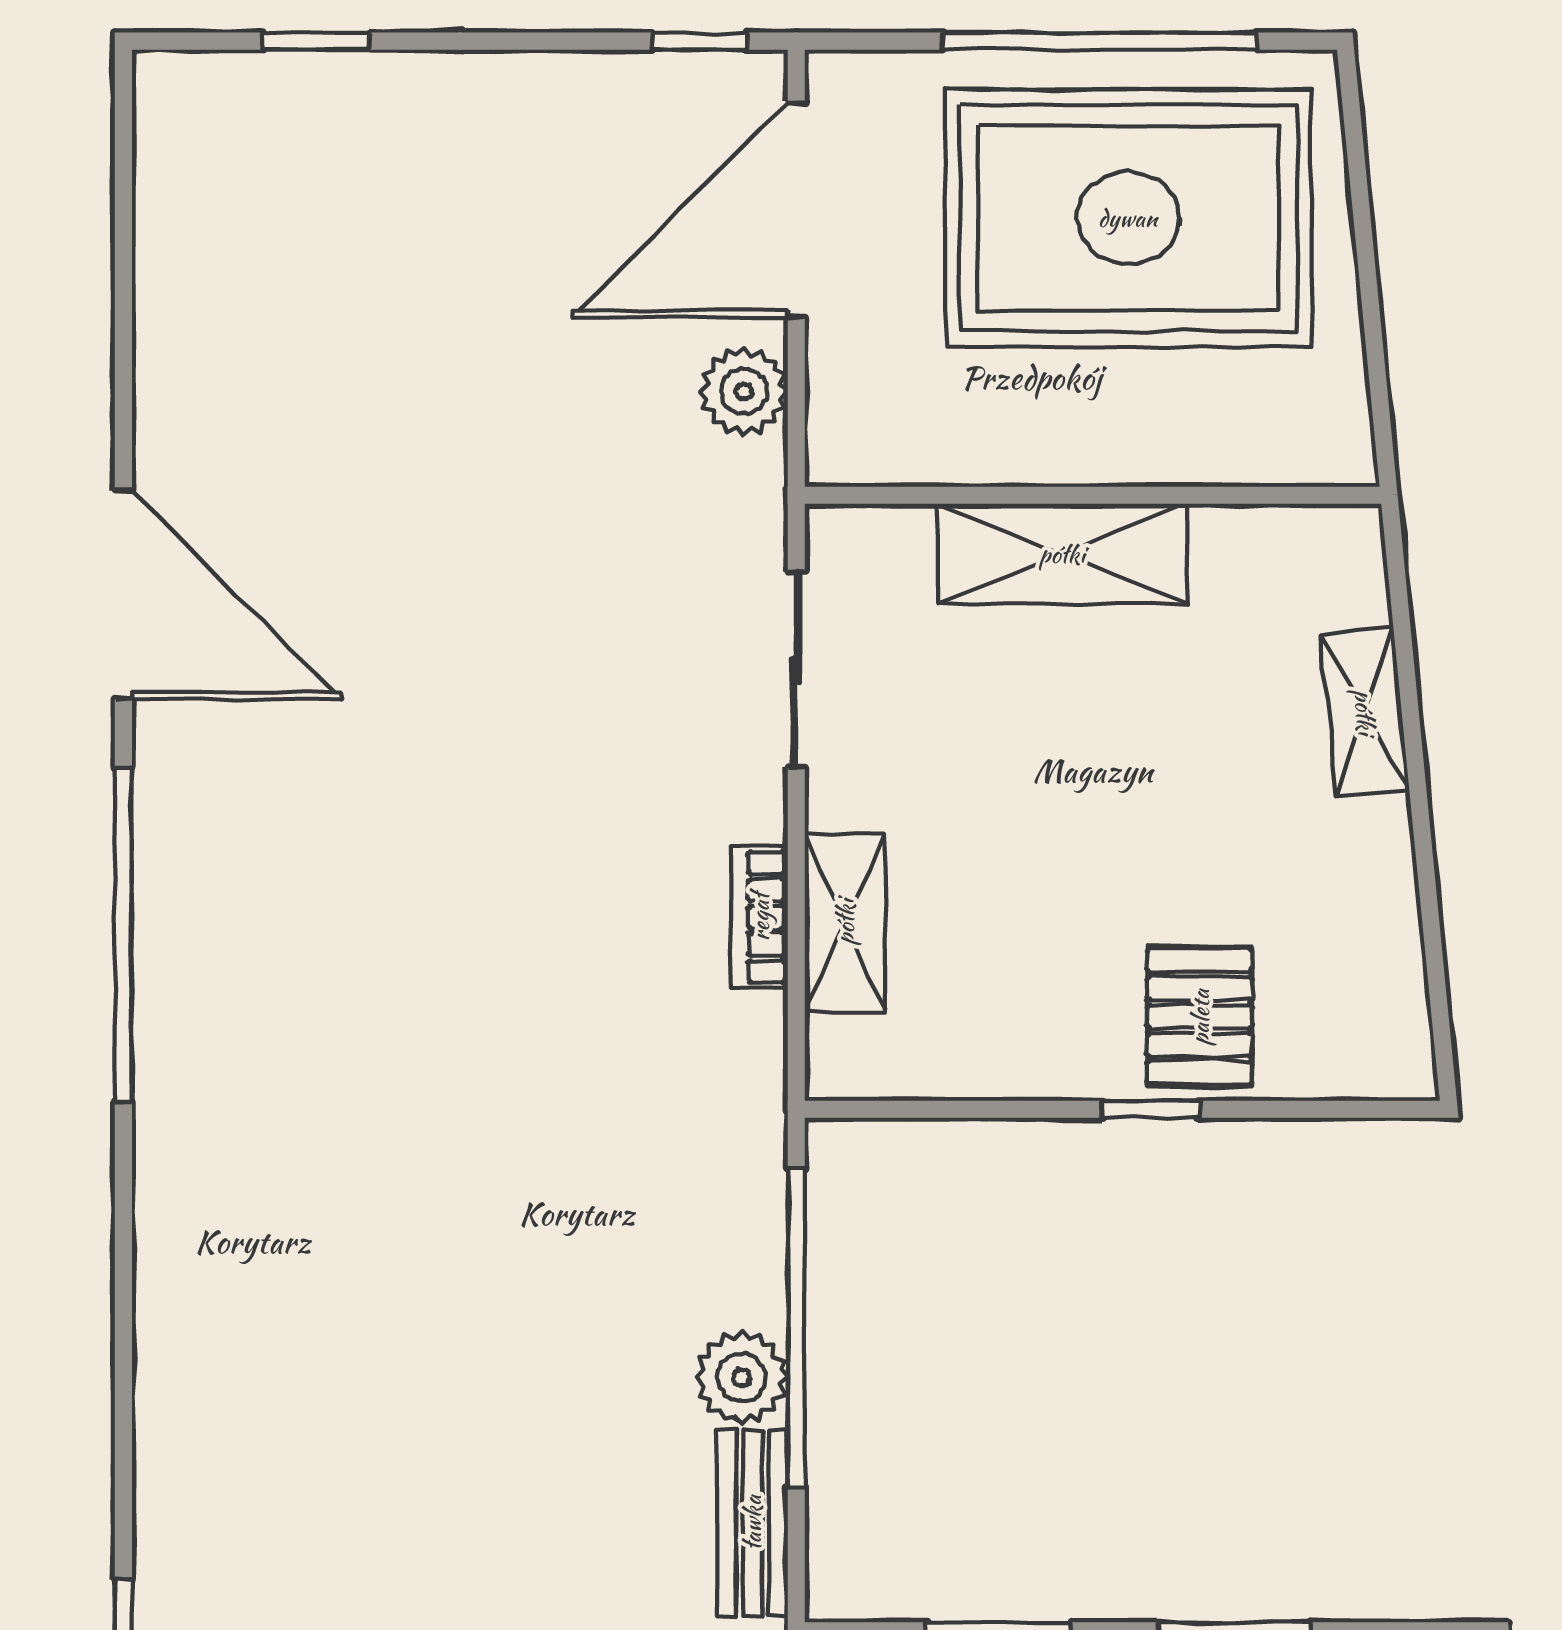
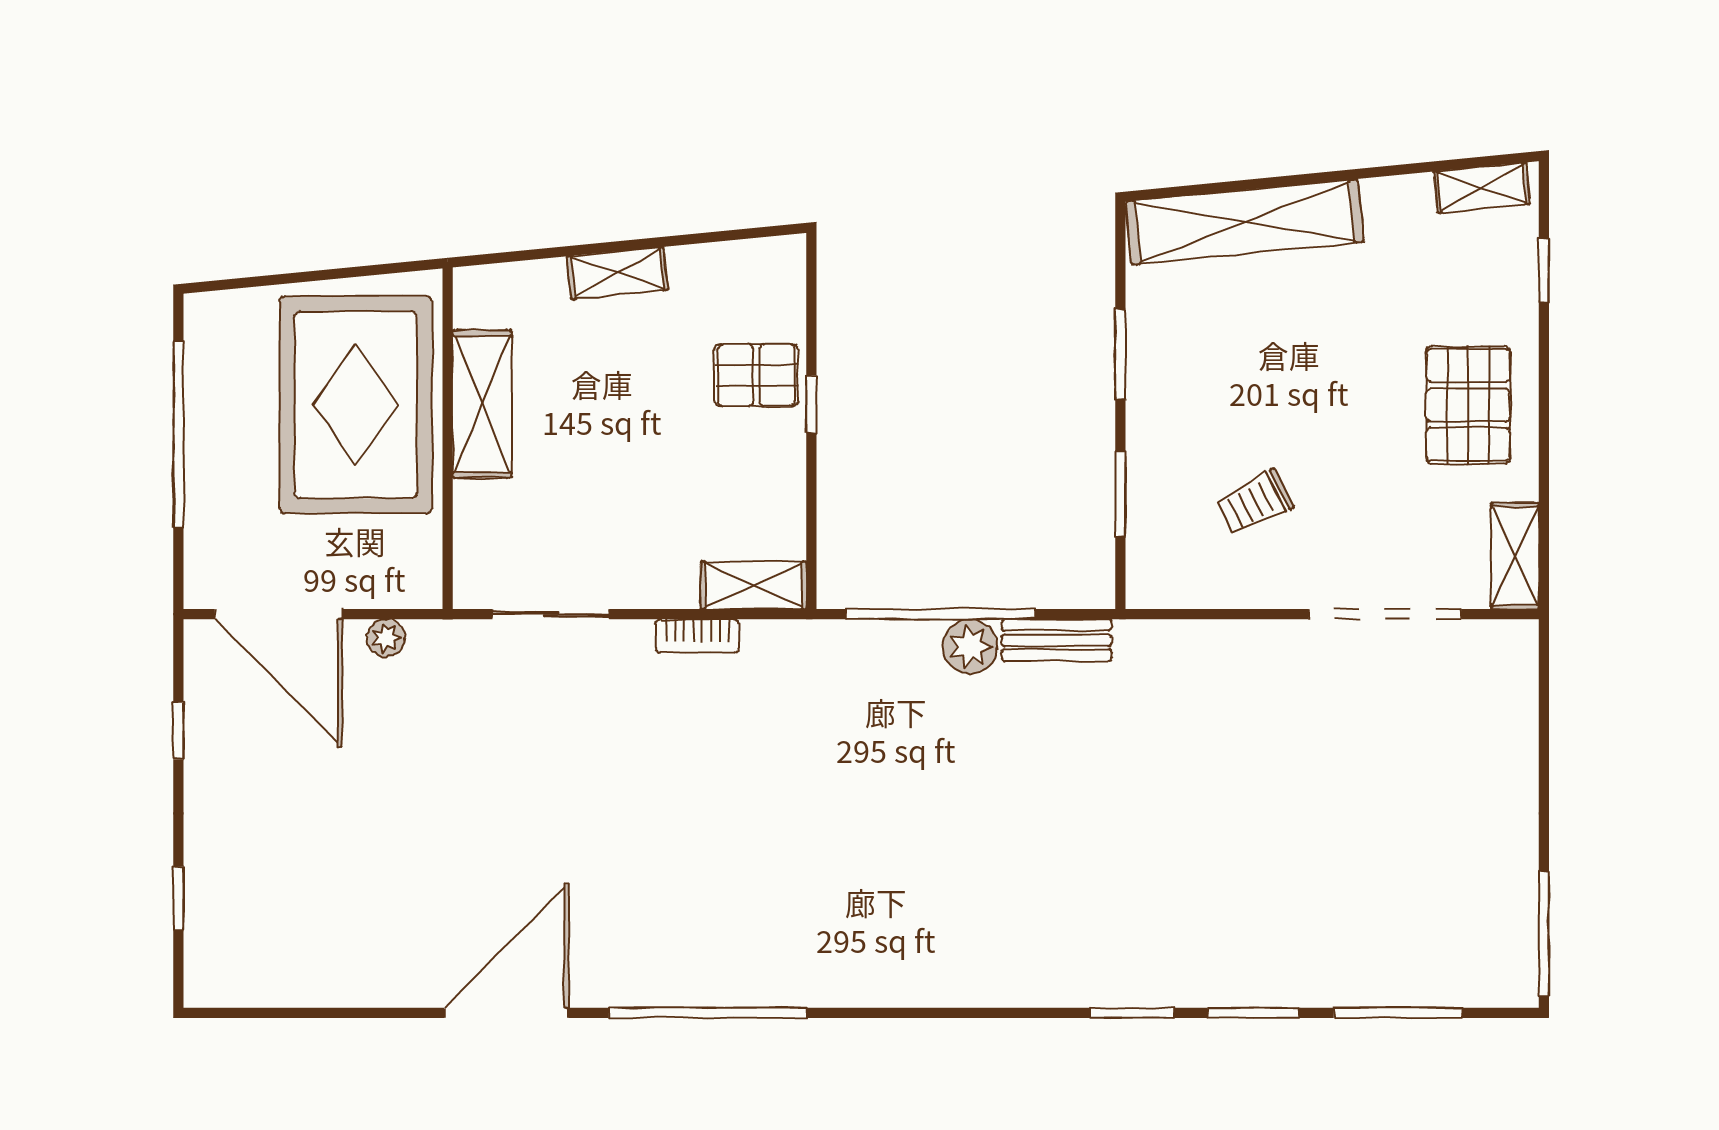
window: (700, 41) -> (178, 731), moved
rug: (1128, 218) -> (356, 405), moved
plant: (744, 391) -> (386, 638), width x0.73, depth x0.73
shelving: (1062, 554) -> (482, 404), moved
shelving: (1365, 712) -> (617, 273), moved
shelving: (845, 922) -> (754, 585), moved

